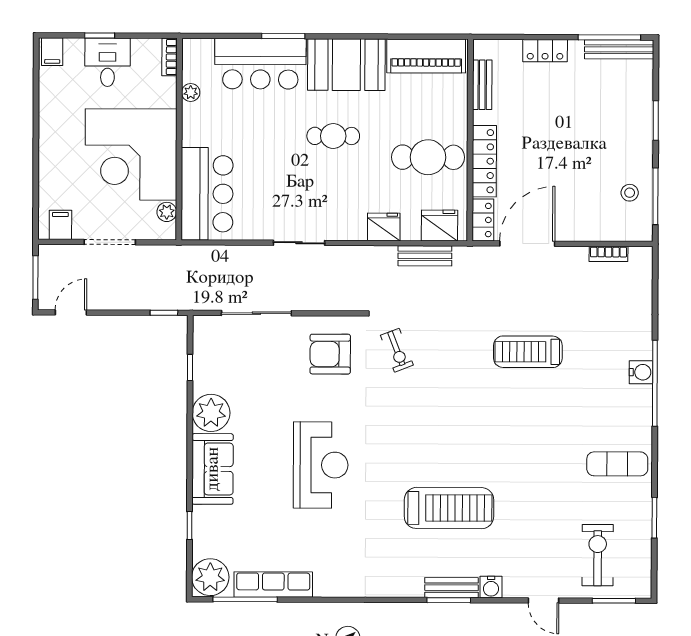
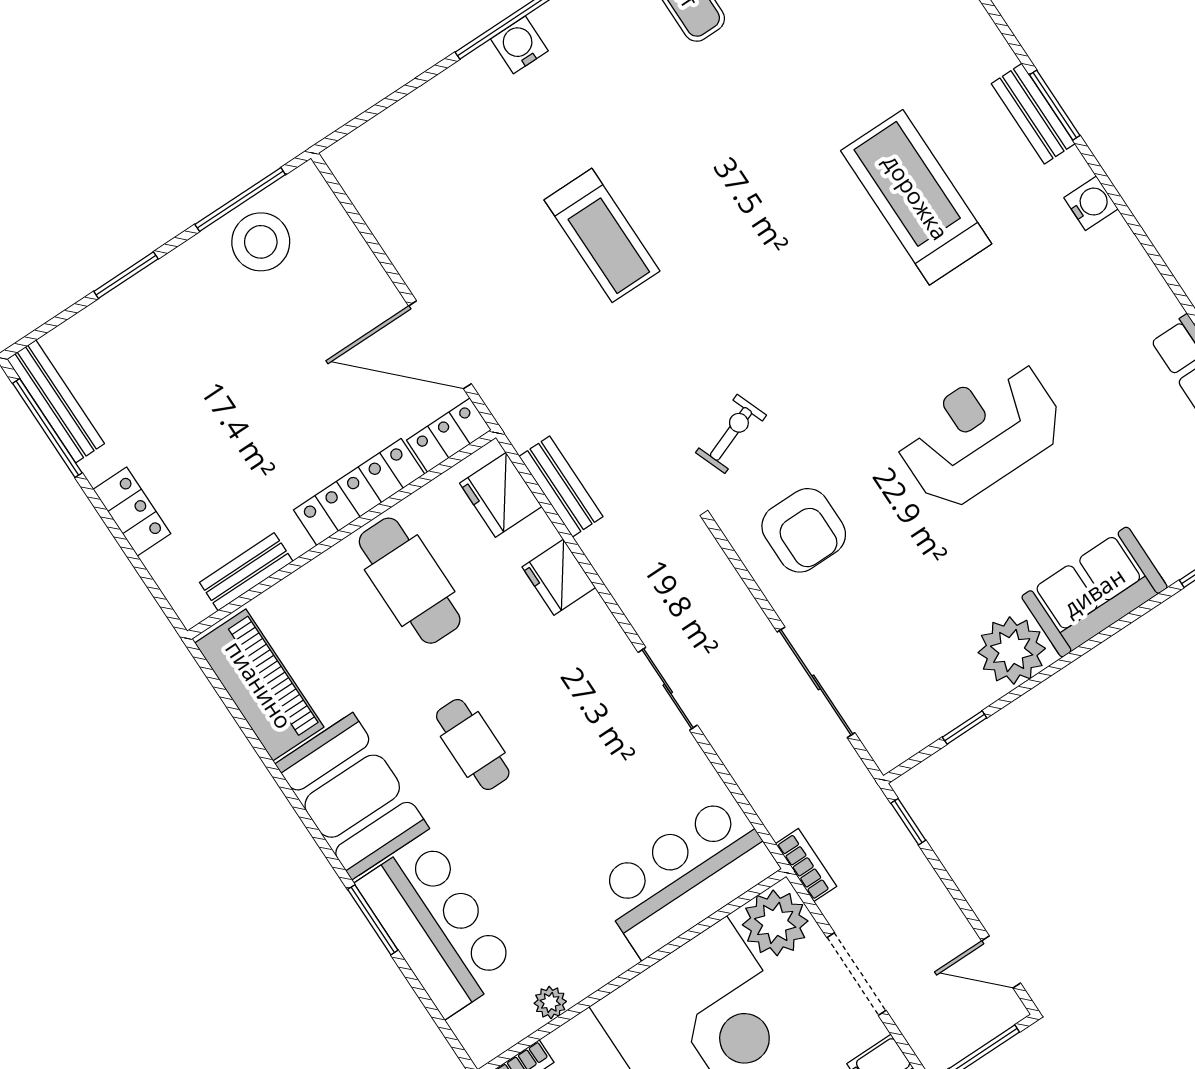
stool: (630, 193) -> (261, 242), width x1.89, depth x1.89
plant: (167, 212) -> (775, 923), width x1.87, depth x1.87
bookcase: (609, 254) -> (806, 865), moved
water cooler: (491, 587) -> (1091, 203), moved

